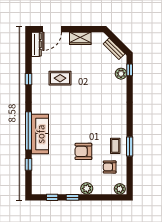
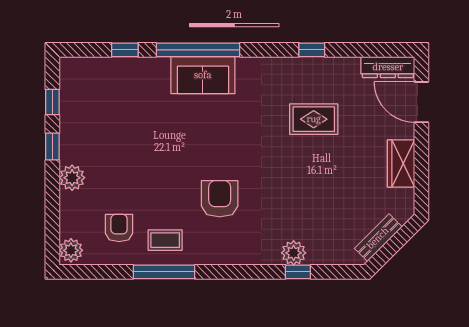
window: (130, 70) -> (298, 272), moved
plant: (121, 74) -> (294, 253), moved
rug: (60, 78) -> (314, 119), turned 90
sofa: (40, 134) -> (203, 75), width x0.73
window: (130, 146) -> (164, 272), width x1.44
armchair: (83, 151) -> (220, 199), moved

